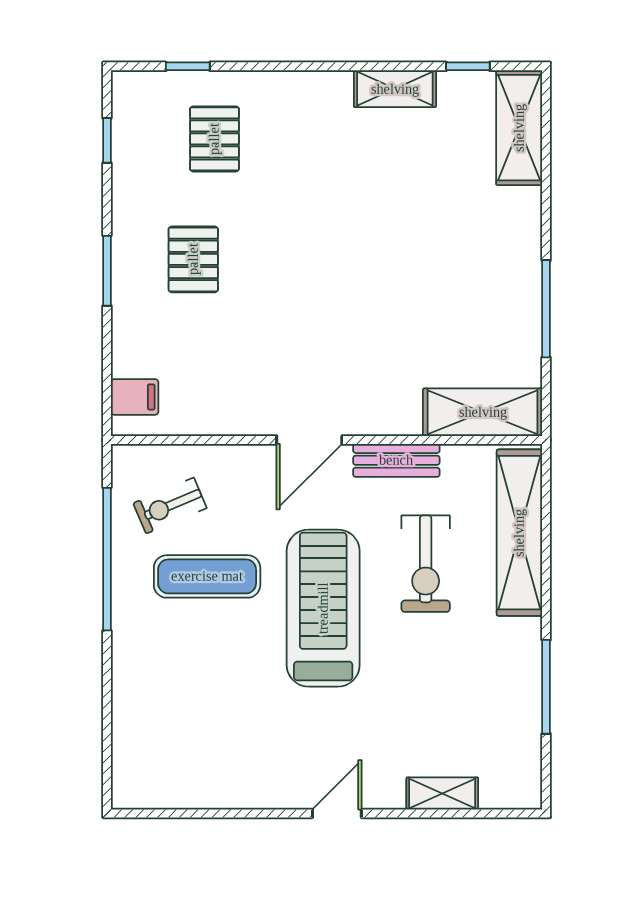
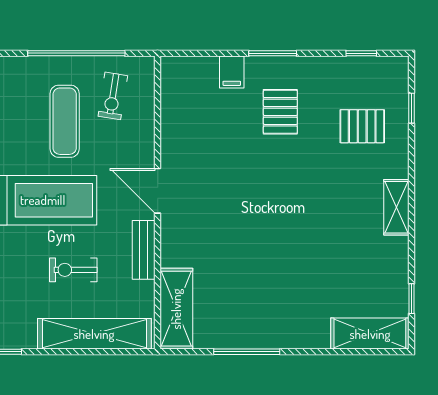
shelving: (395, 89) -> (396, 207), moved
pallet: (193, 259) -> (280, 112), turned 90
filing cabinet: (135, 397) -> (232, 72), moved
exercise bike: (170, 506) -> (113, 96), turned -148
exercise bike: (426, 564) -> (73, 270), width x0.73, depth x0.72

